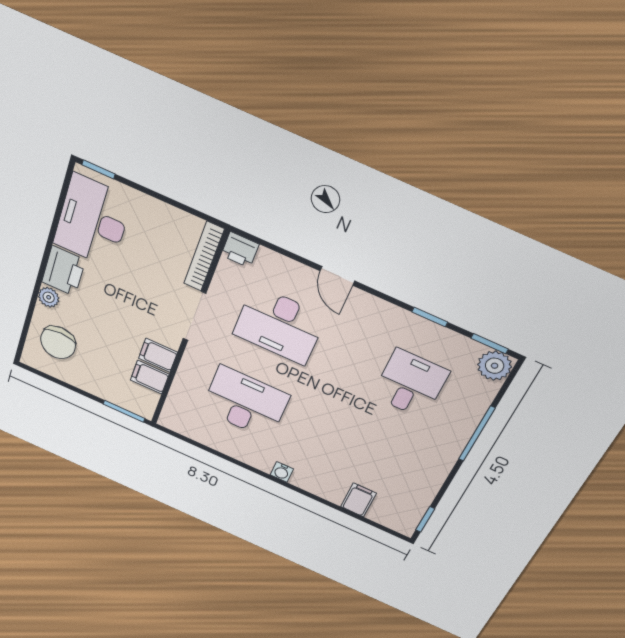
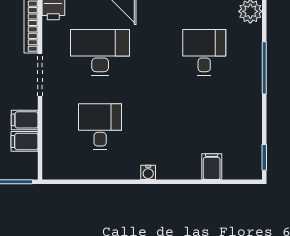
desk: (279, 325) -> (100, 52), turned 180
desk: (245, 403) -> (100, 127), width x0.73

